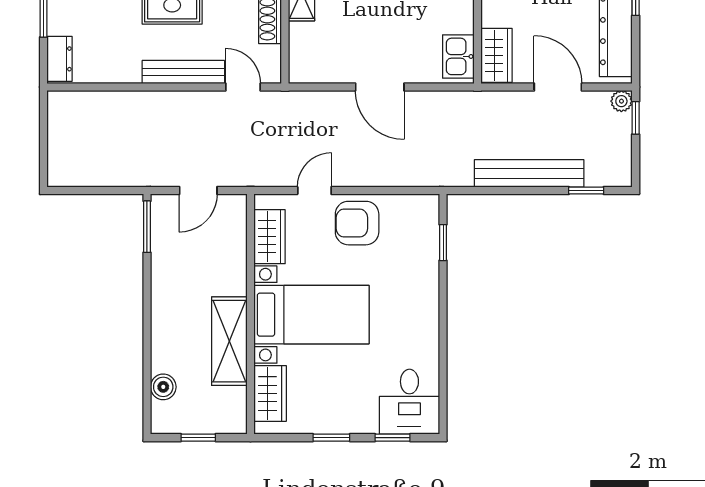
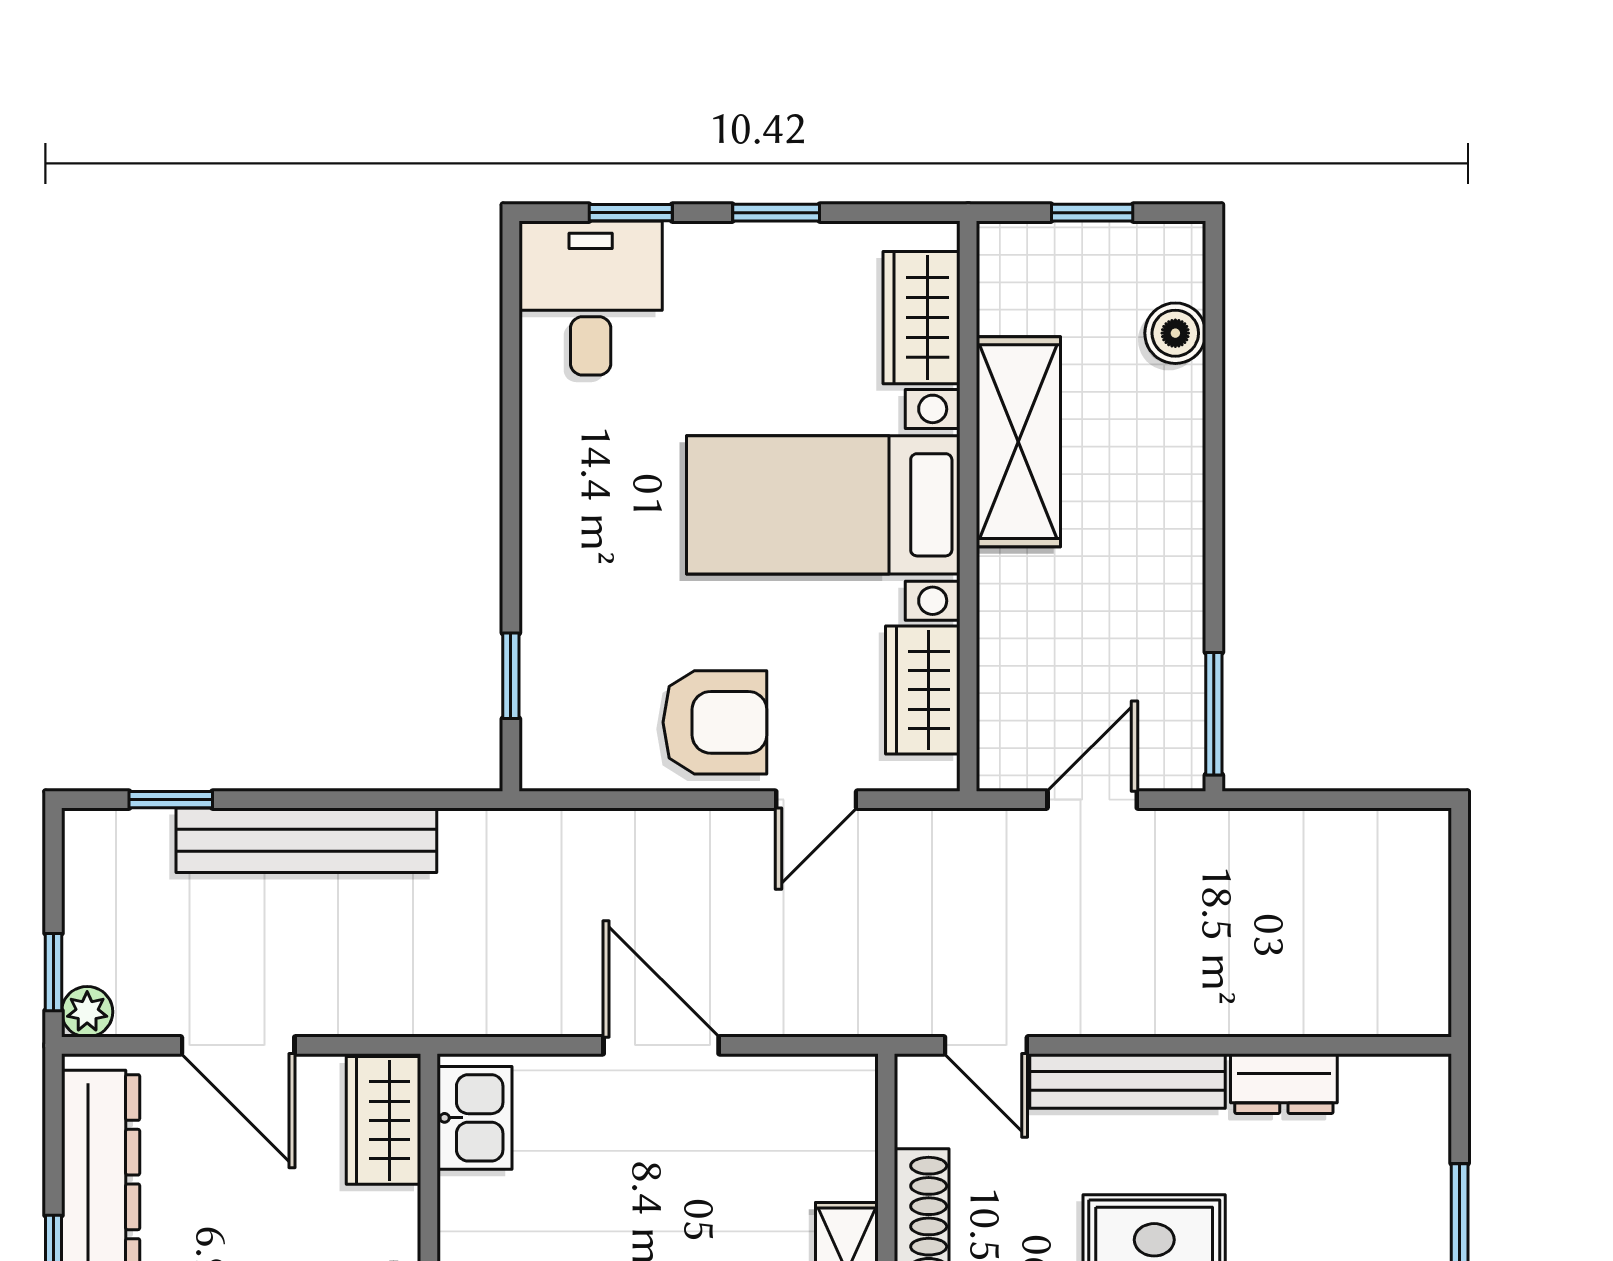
dresser: (60, 59) -> (1284, 1084), moved, turned -90

